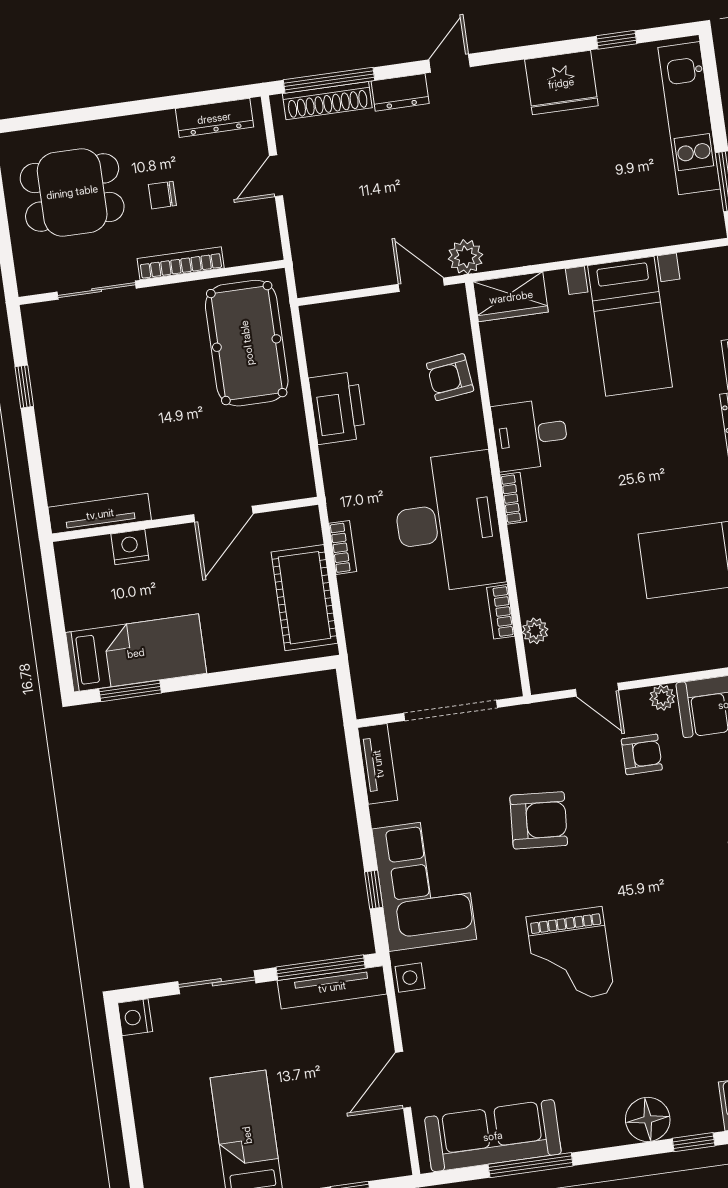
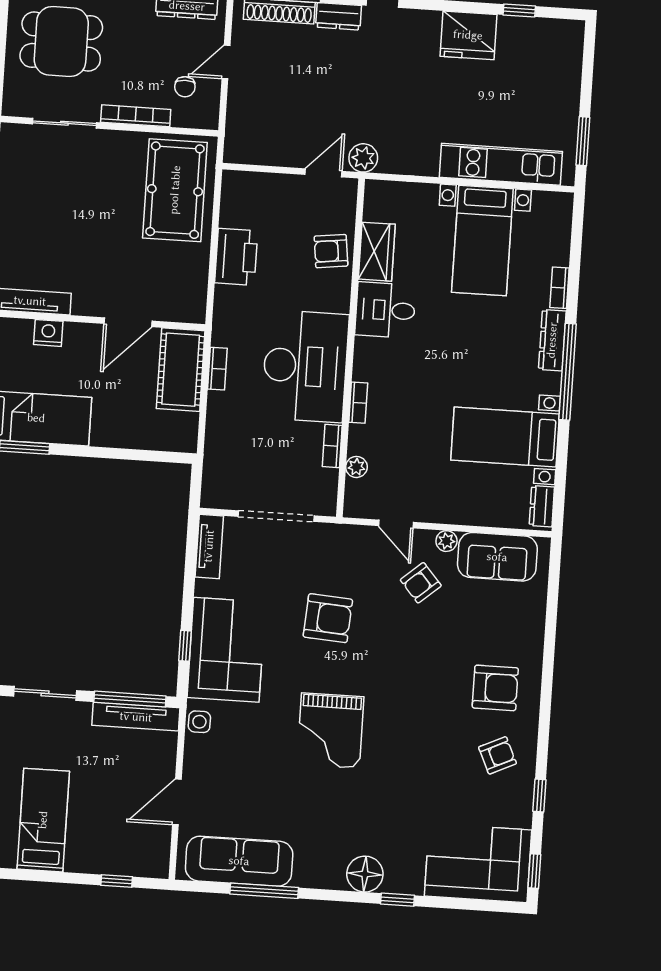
kitchen unit: (689, 118) -> (501, 164), moved, turned 90
chair: (162, 195) -> (185, 87), moved, turned -90
door: (421, 285) -> (323, 173), hinge flipped
wardrobe: (511, 297) -> (377, 252), moved, turned -90
bookcase: (513, 498) -> (358, 403), moved
cot: (304, 598) -> (181, 370), moved
armchair: (642, 754) -> (421, 583), turned 139

